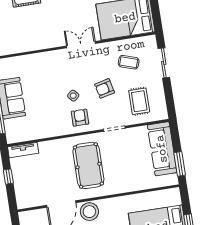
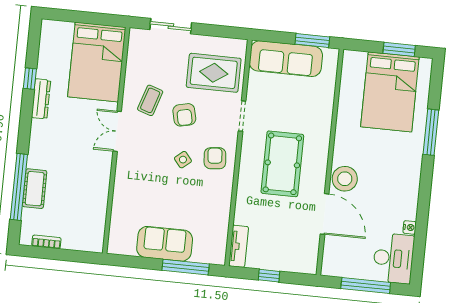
coffee table: (129, 62) -> (150, 100), moved
rug: (139, 101) -> (214, 73), width x1.36, depth x1.43
armchair: (80, 118) -> (215, 158), turned 85
pool table: (88, 165) -> (282, 164), turned 90

